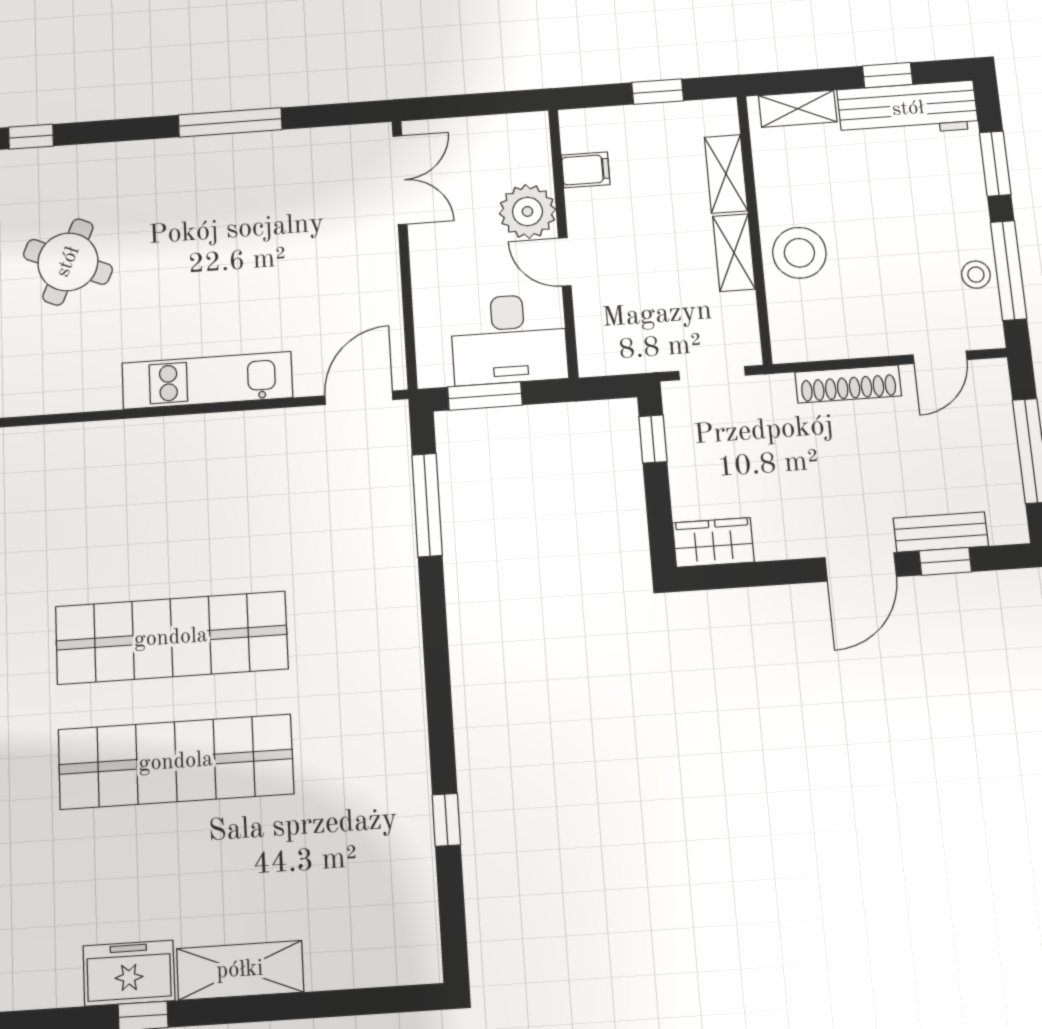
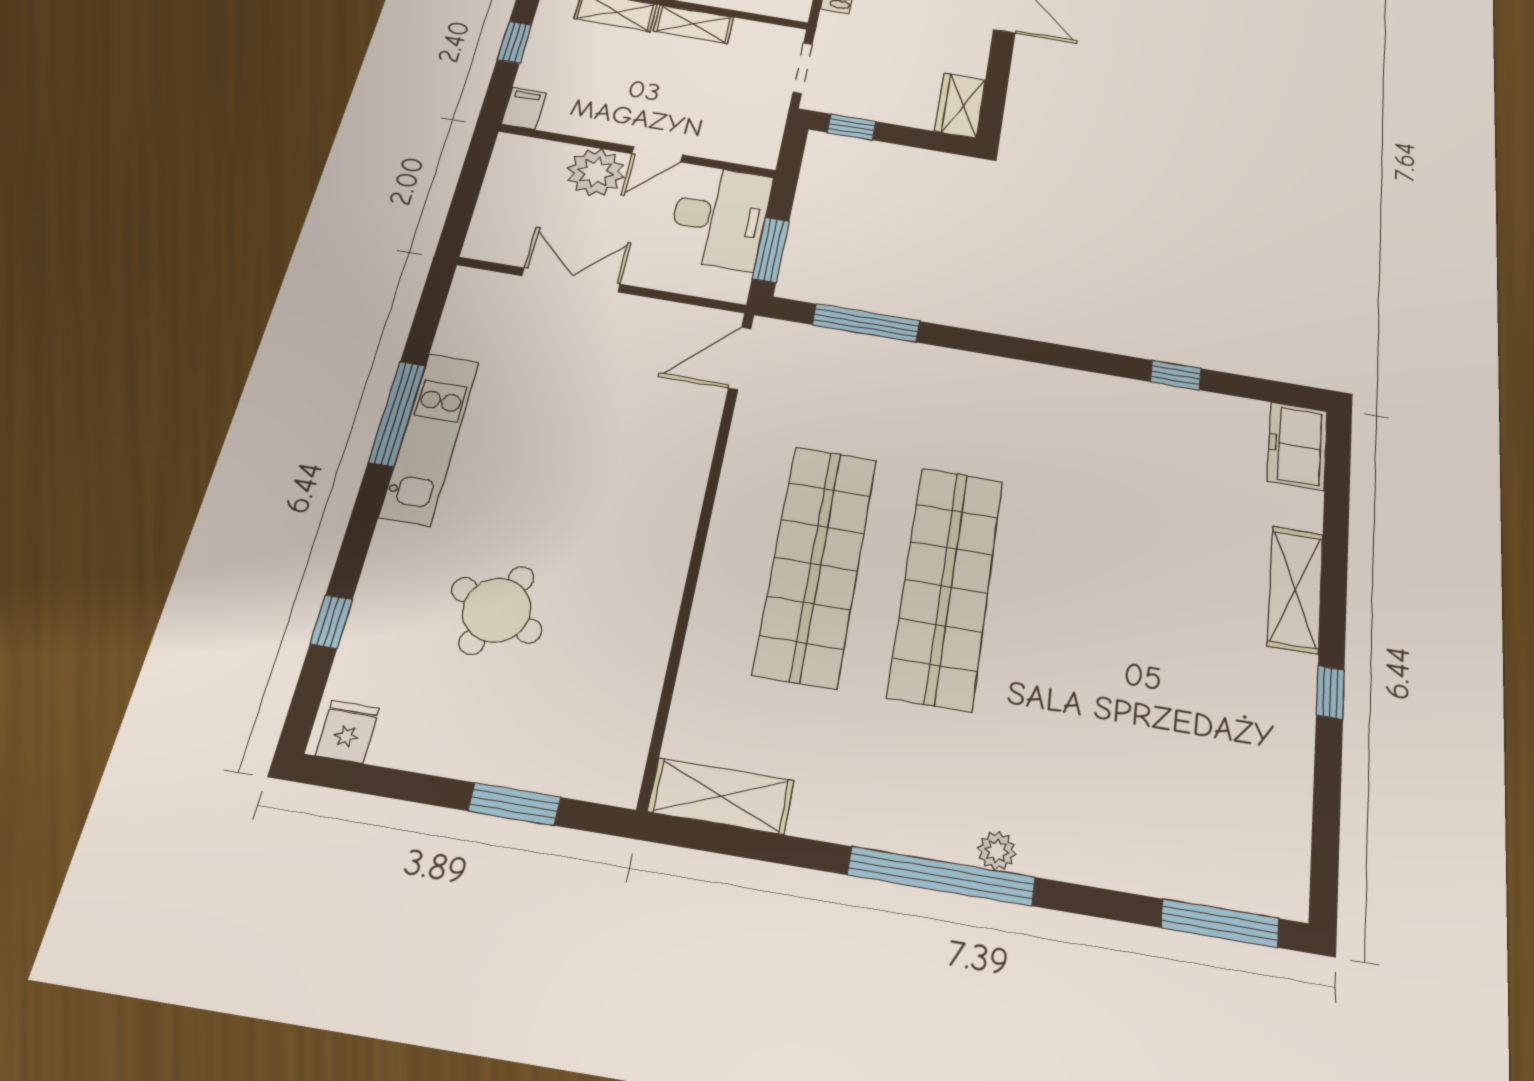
filing cabinet: (586, 170) -> (524, 108), moved
double door: (400, 180) -> (571, 280), moved
kitchen unit: (207, 380) -> (430, 438), moved, turned 180
door: (359, 398) -> (740, 358), hinge flipped
shop shelf: (176, 762) -> (816, 564), moved
freezer: (129, 973) -> (1297, 446), moved

